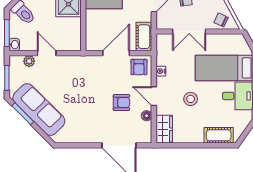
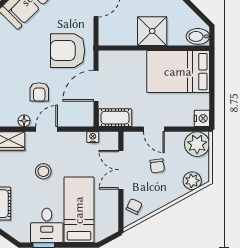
door: (116, 53) -> (96, 86), swing flipped
armchair: (139, 67) -> (68, 51), moved, width x1.88, depth x1.88
nightstand: (161, 71) -> (93, 137), moved

